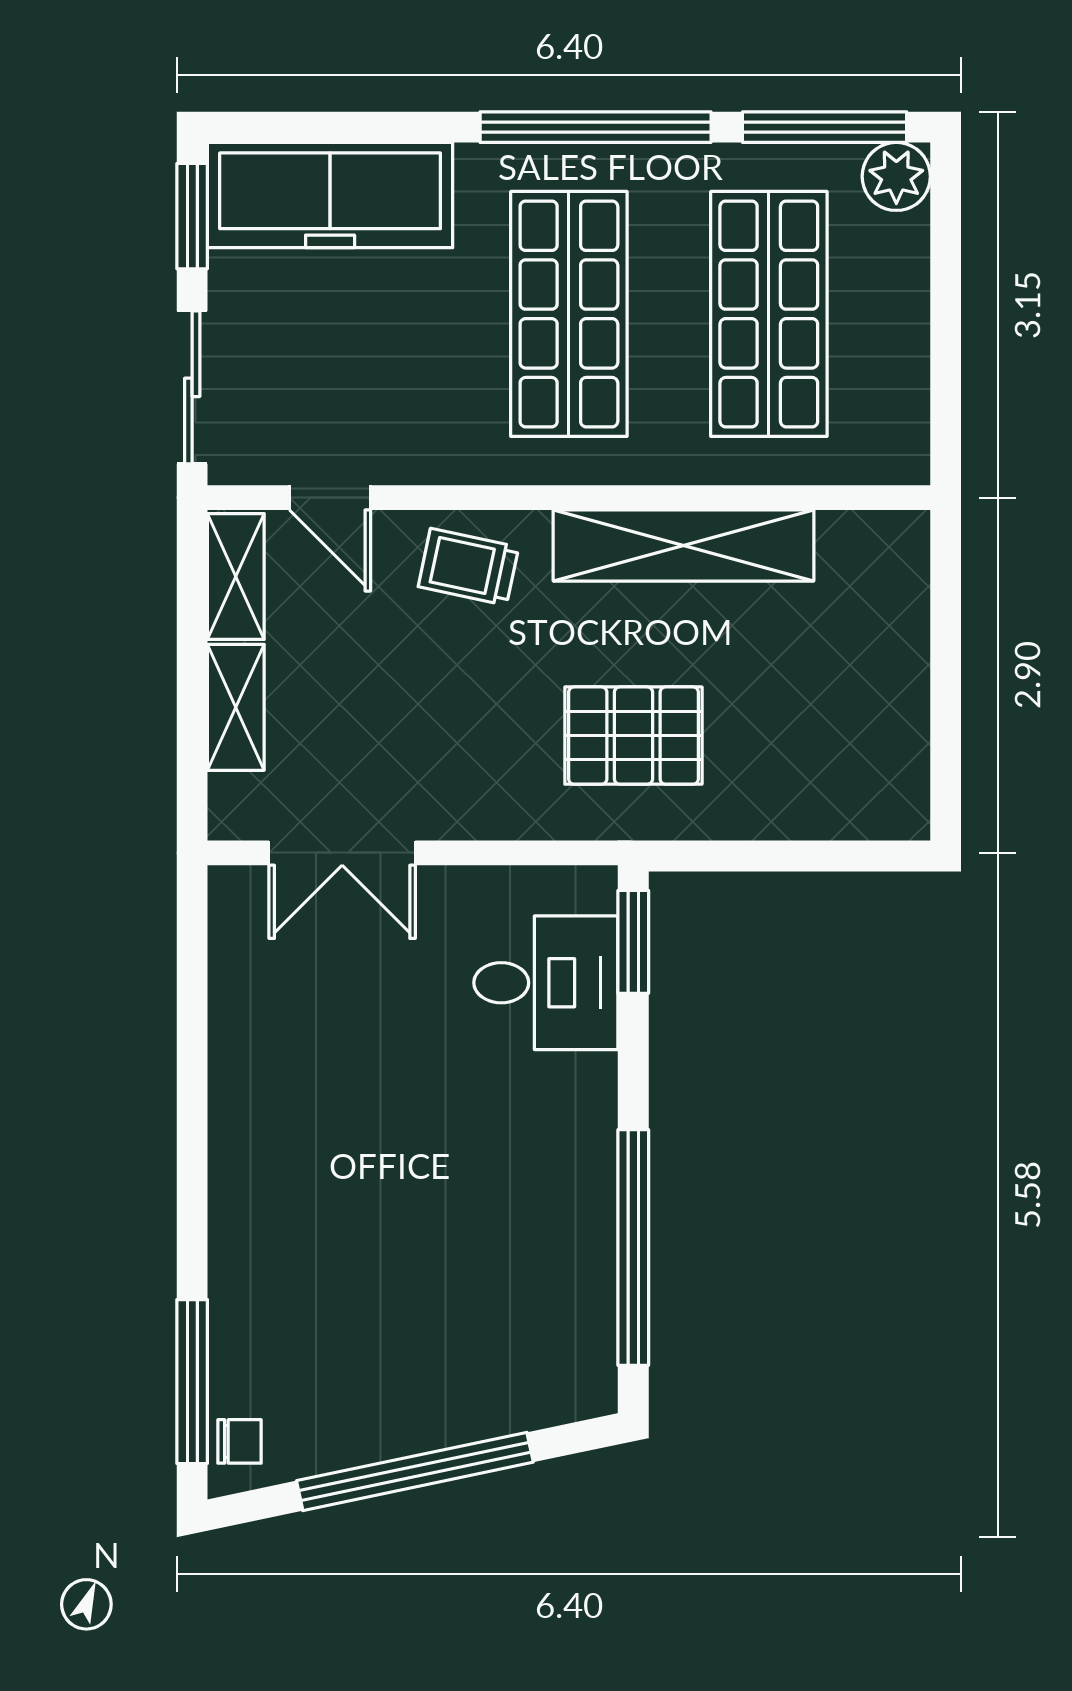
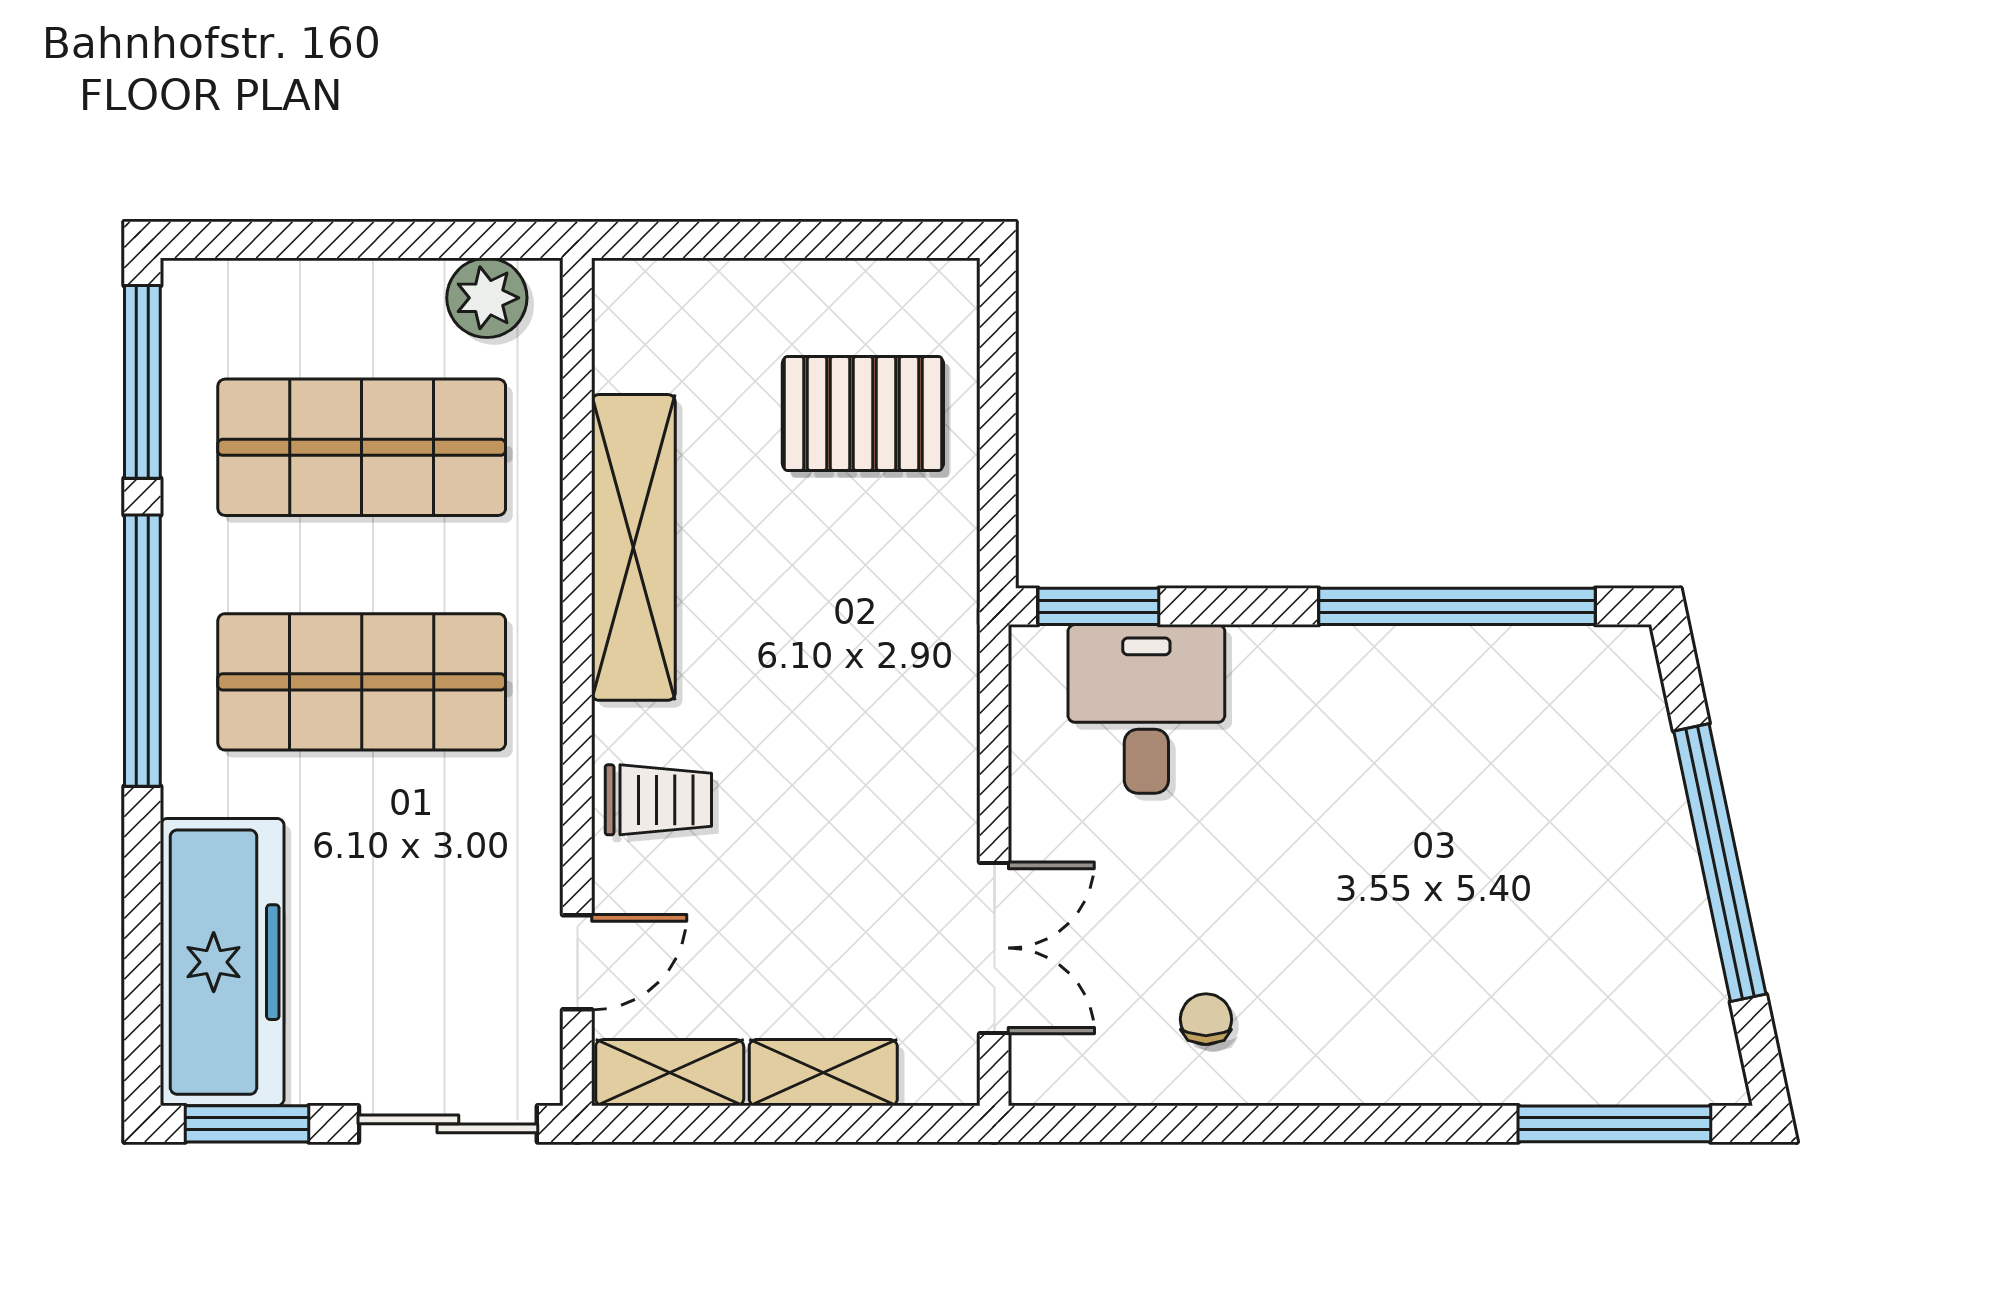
plant: (896, 176) -> (487, 298), moved
trolley: (468, 567) -> (658, 800), turned -102
pallet: (633, 736) -> (863, 413), moved, turned 90
chair: (240, 1441) -> (1206, 1019), moved

